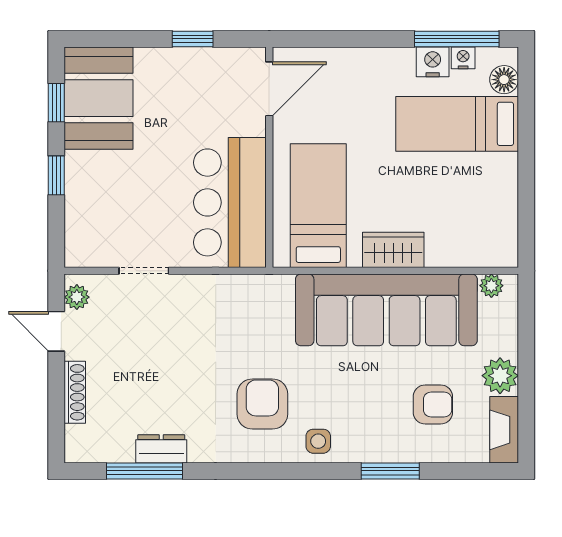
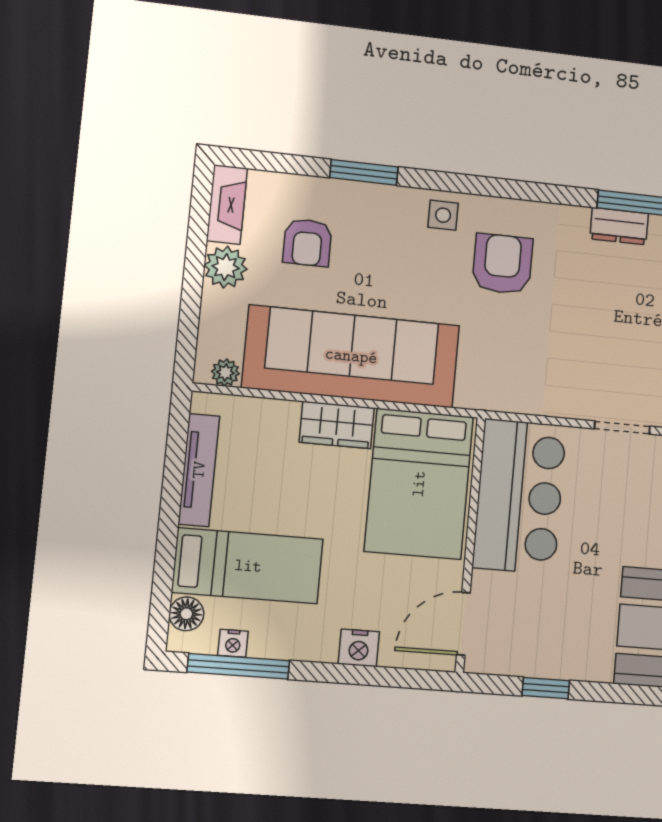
nightstand: (433, 62) -> (359, 648), moved
tv unit: (506, 201) -> (199, 470), added
bed: (318, 206) -> (419, 484), width x1.50
armchair: (262, 404) -> (502, 264), turned 180
armchair: (433, 404) -> (307, 242), turned -90

